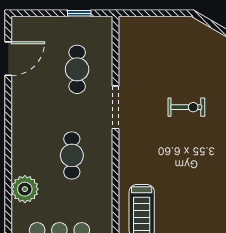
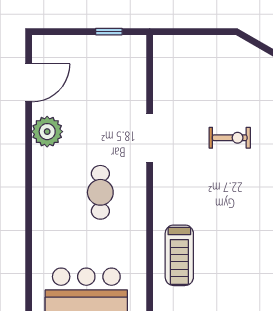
cafe table: (77, 69) -> (106, 95), removed
plant: (25, 189) -> (47, 132), moved

